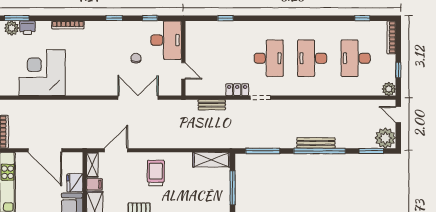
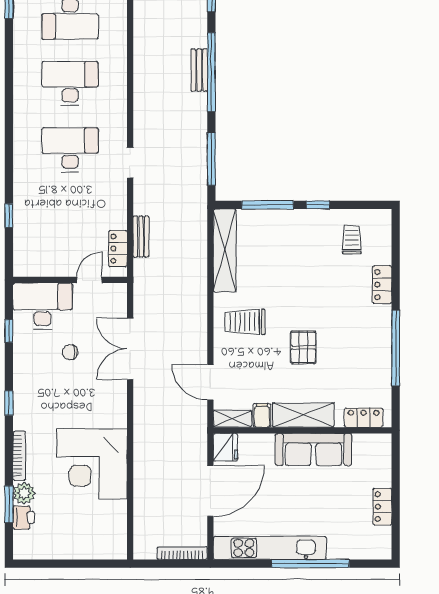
window: (17, 18) -> (9, 504), moved
window: (114, 18) -> (9, 403), moved
plant: (12, 28) -> (24, 493), moved
desk: (312, 58) -> (70, 83), turned 180
corner desk: (42, 73) -> (92, 464), moved
locker: (237, 90) -> (118, 249), moved
bench: (316, 143) -> (199, 70), width x0.73
shelving: (211, 160) -> (225, 250), width x1.47
fridge: (75, 183) -> (225, 447), moved, turned -90

